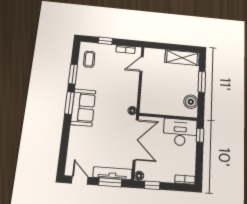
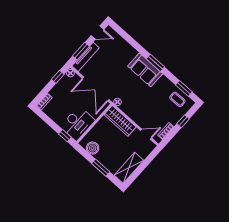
door: (142, 64) -> (146, 134), hinge flipped
window: (73, 74) -> (184, 88), moved
wardrobe: (148, 95) -> (120, 121), added

